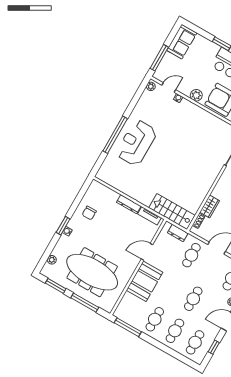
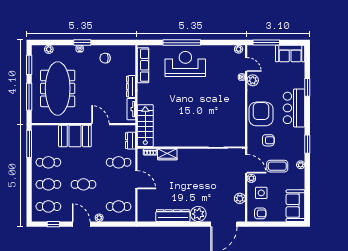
plant: (196, 95) -> (253, 80), moved
row of seats: (116, 182) -> (143, 65), added

